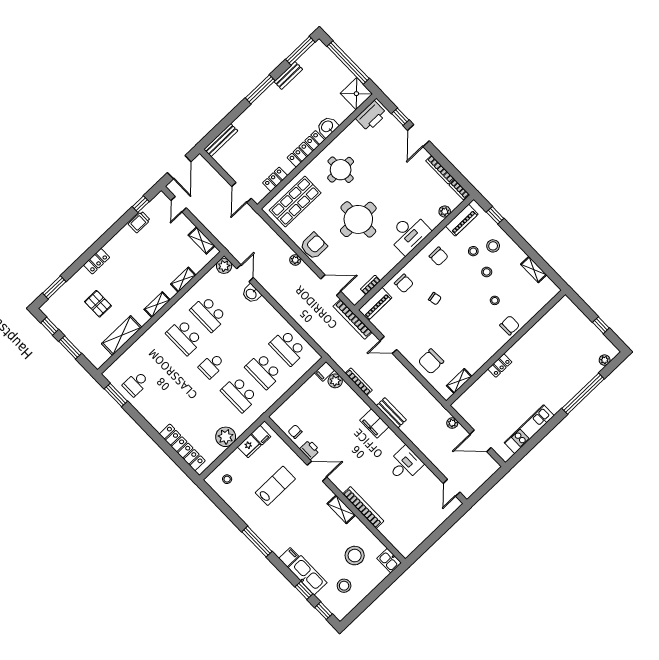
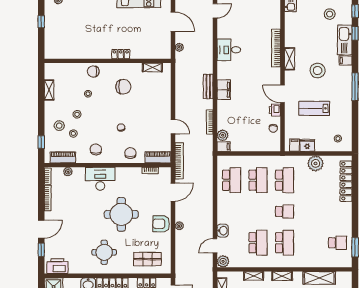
shop shelf: (295, 202) -> (147, 259), width x0.70, depth x0.74
door: (331, 285) -> (173, 192), swing flipped
chair: (431, 361) -> (123, 87), moved
stool: (355, 556) -> (318, 71), moved

